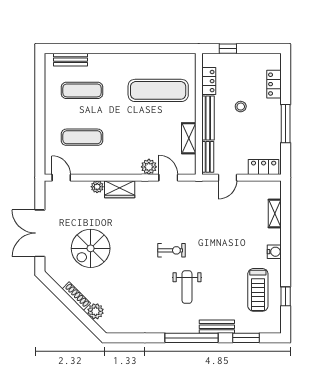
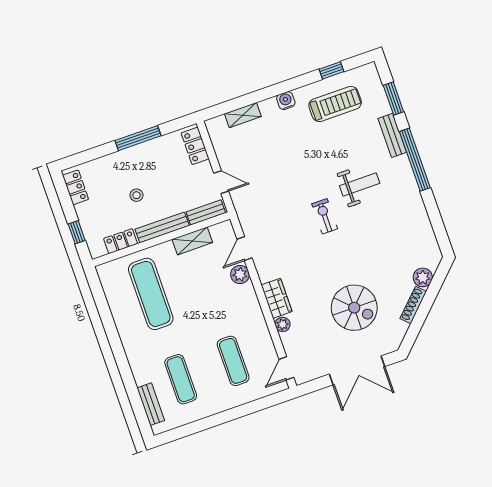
locker: (274, 84) -> (76, 187), moved, turned -90

